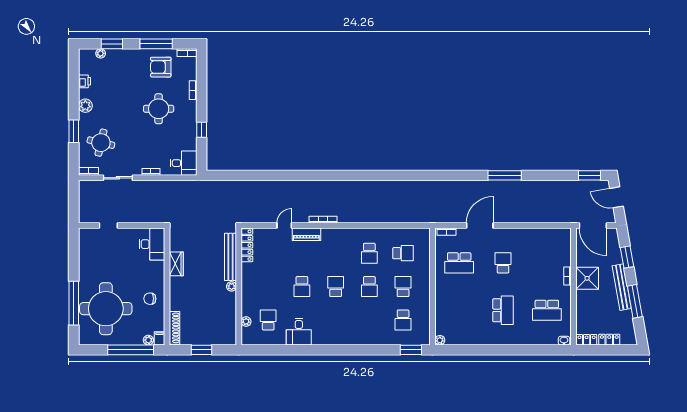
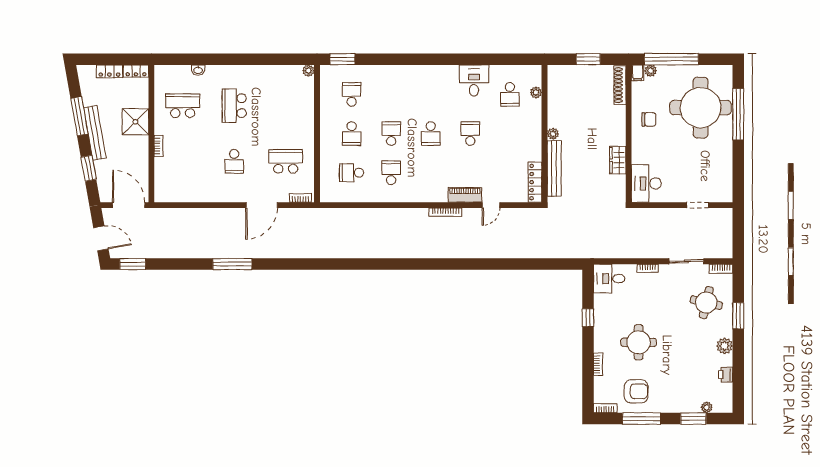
shower: (587, 278) -> (135, 122), moved
washbasin: (564, 341) -> (198, 70), moved

